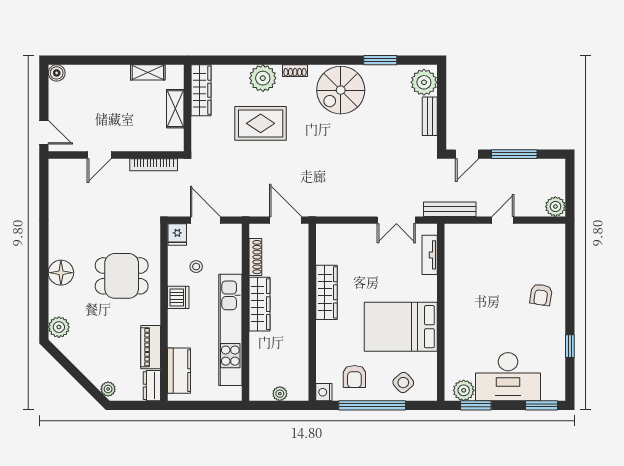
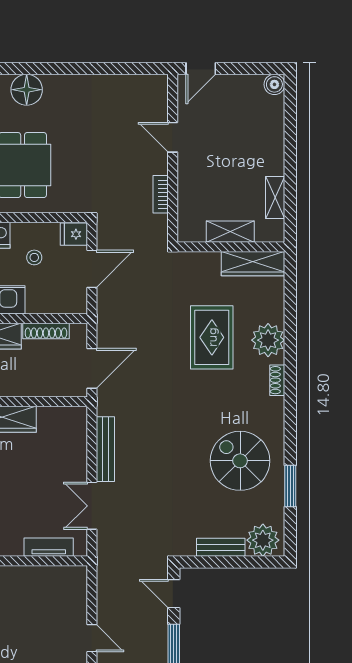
spiral stairs: (341, 90) -> (240, 461), moved
bookcase: (154, 165) -> (161, 194), width x0.64
bench: (450, 209) -> (105, 449), moved

